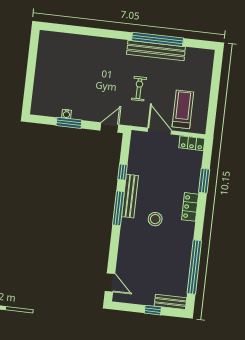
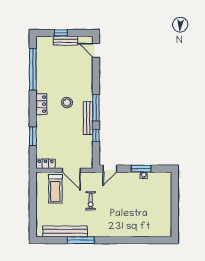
window: (158, 39) -> (81, 240), width x0.68
bench: (156, 50) -> (65, 231), moved
locker: (190, 207) -> (41, 104), moved
bench: (170, 302) -> (65, 41), moved

